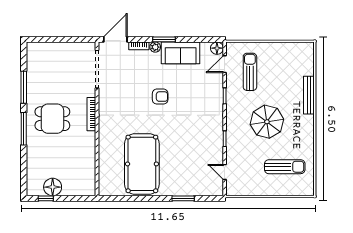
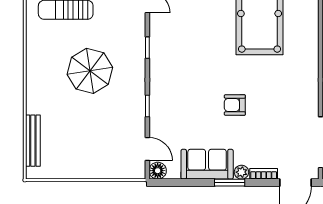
door: (225, 64) -> (147, 149), hinge flipped
sun lounger: (250, 72) -> (113, 139), removed
bench: (309, 95) -> (33, 141), moved

